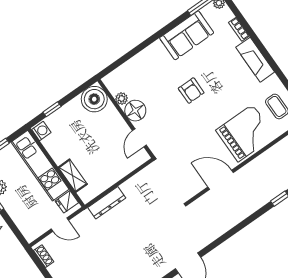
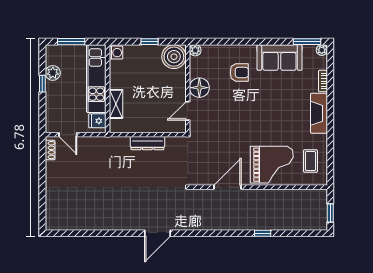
armchair: (191, 91) -> (239, 72), moved, turned -90
plant: (122, 99) -> (195, 50), moved
window: (52, 109) -> (149, 42), moved
door: (221, 180) -> (228, 187), hinge flipped
dresser: (107, 203) -> (147, 143), moved
door: (60, 225) -> (68, 135), moved

